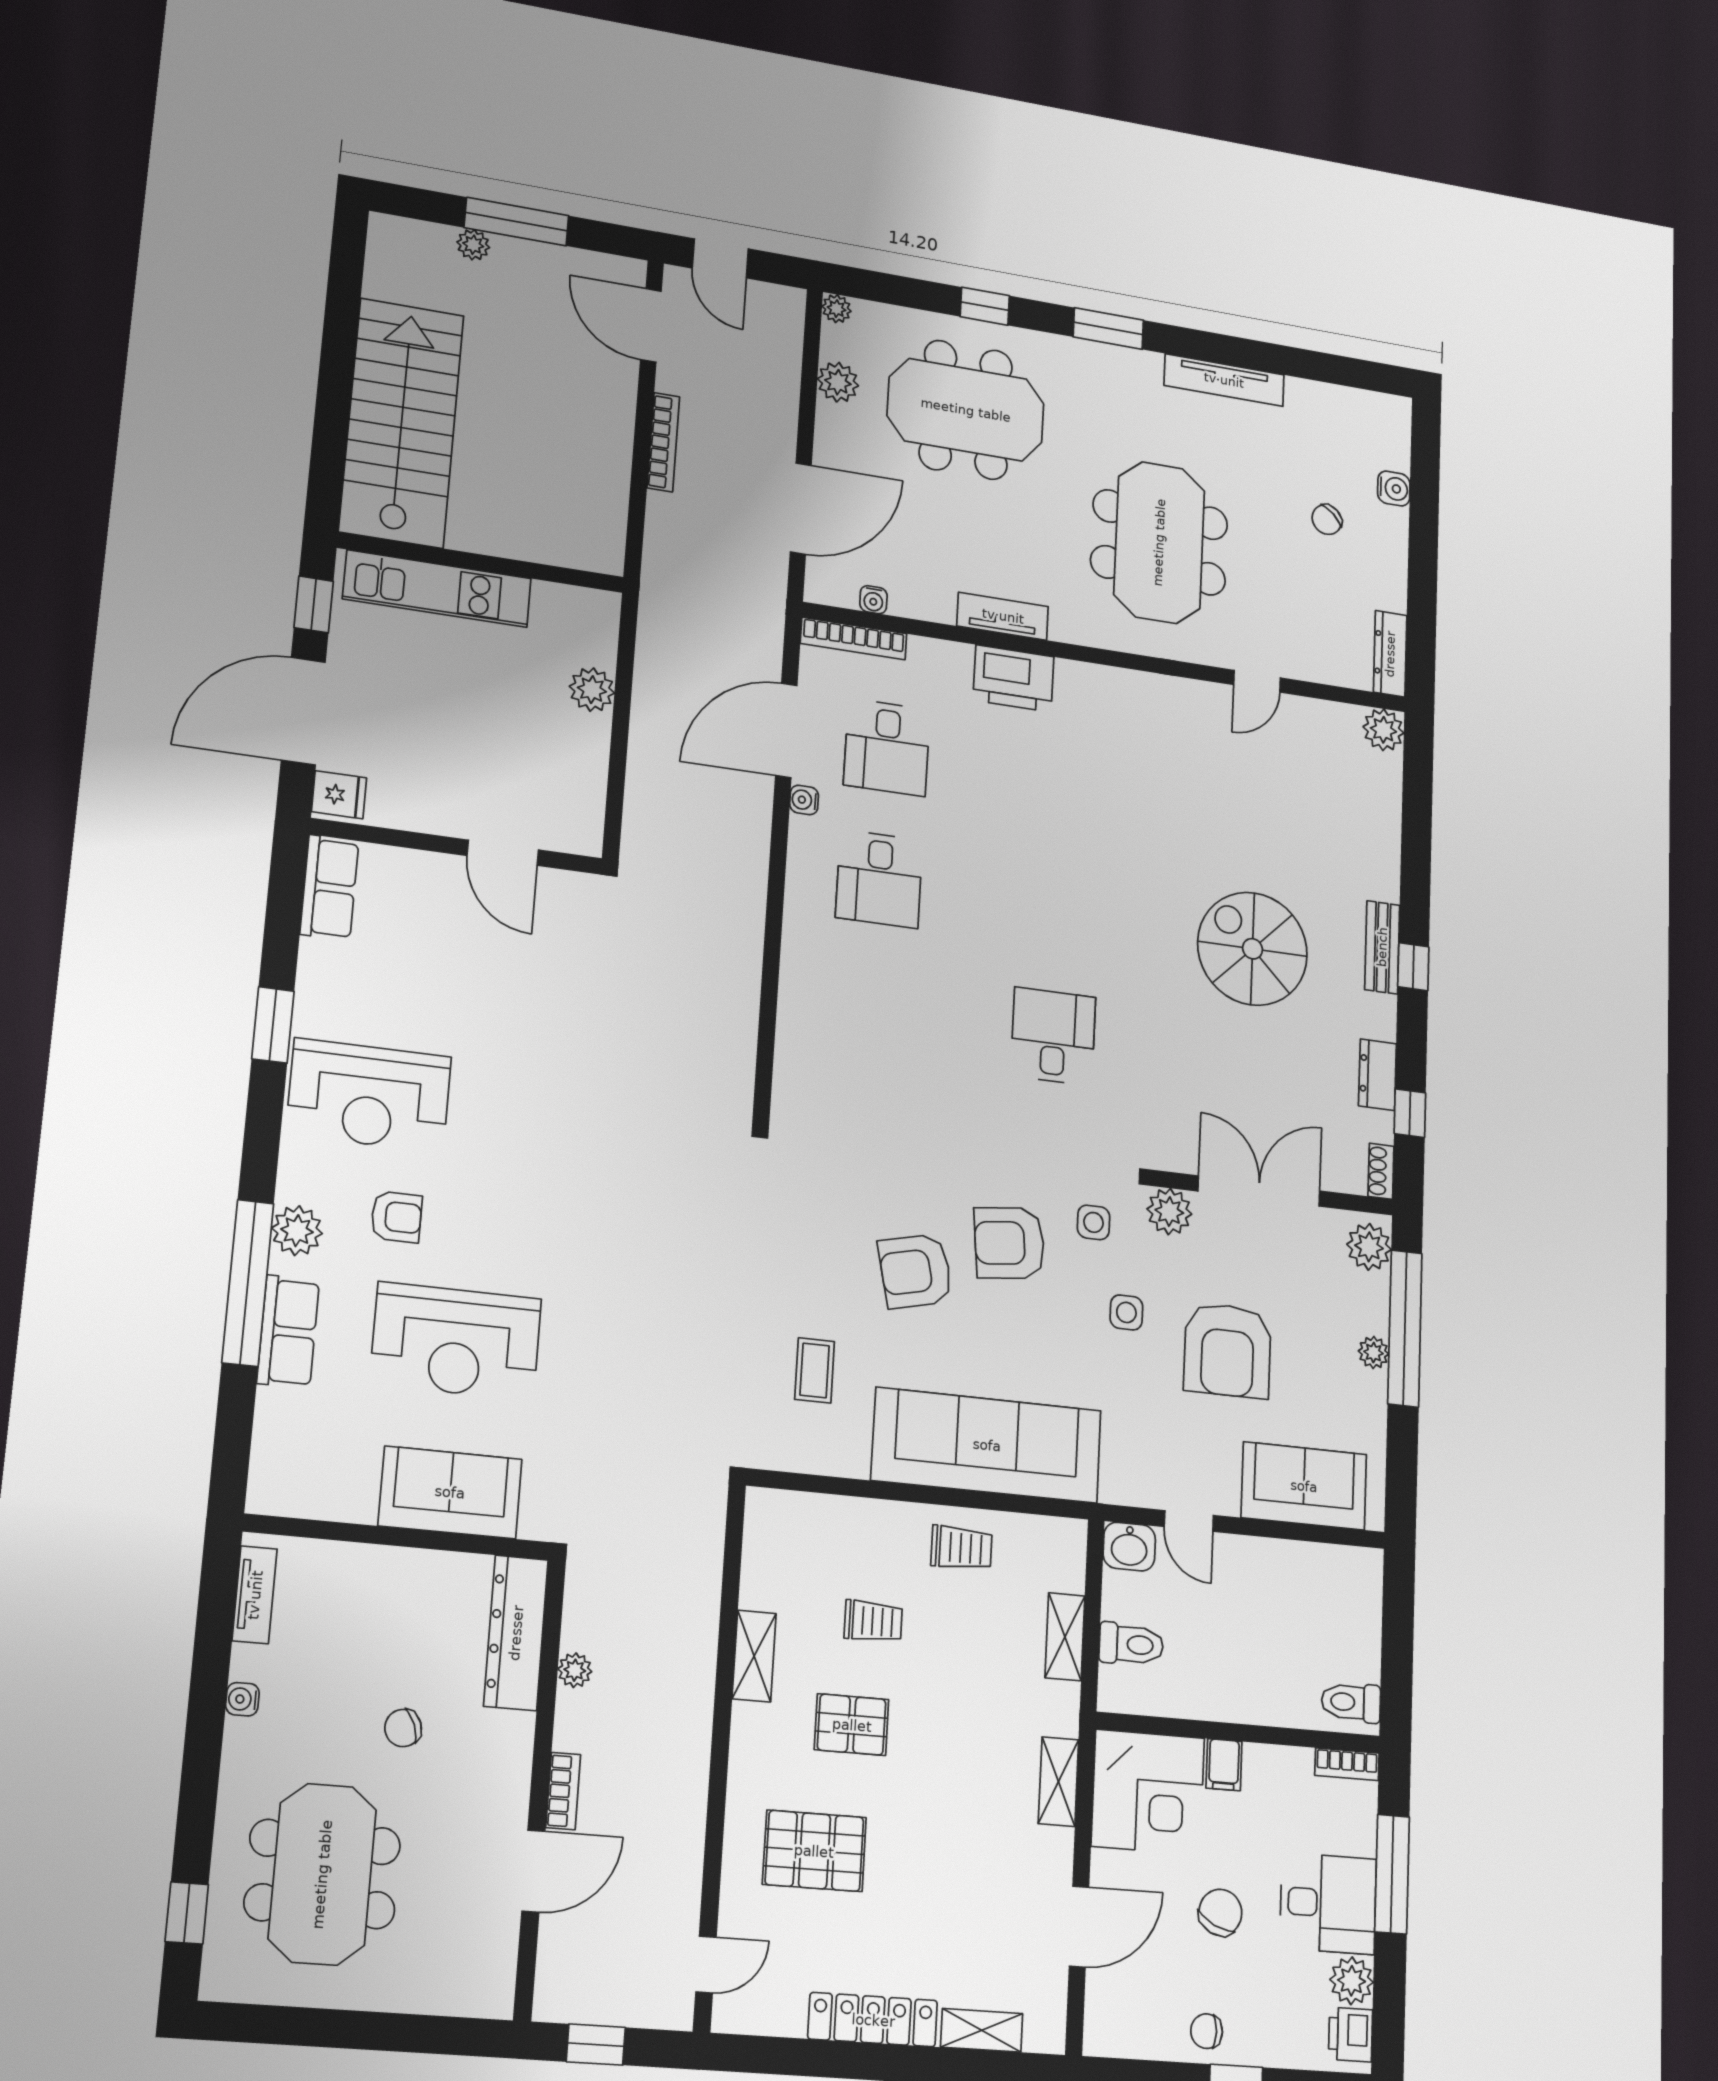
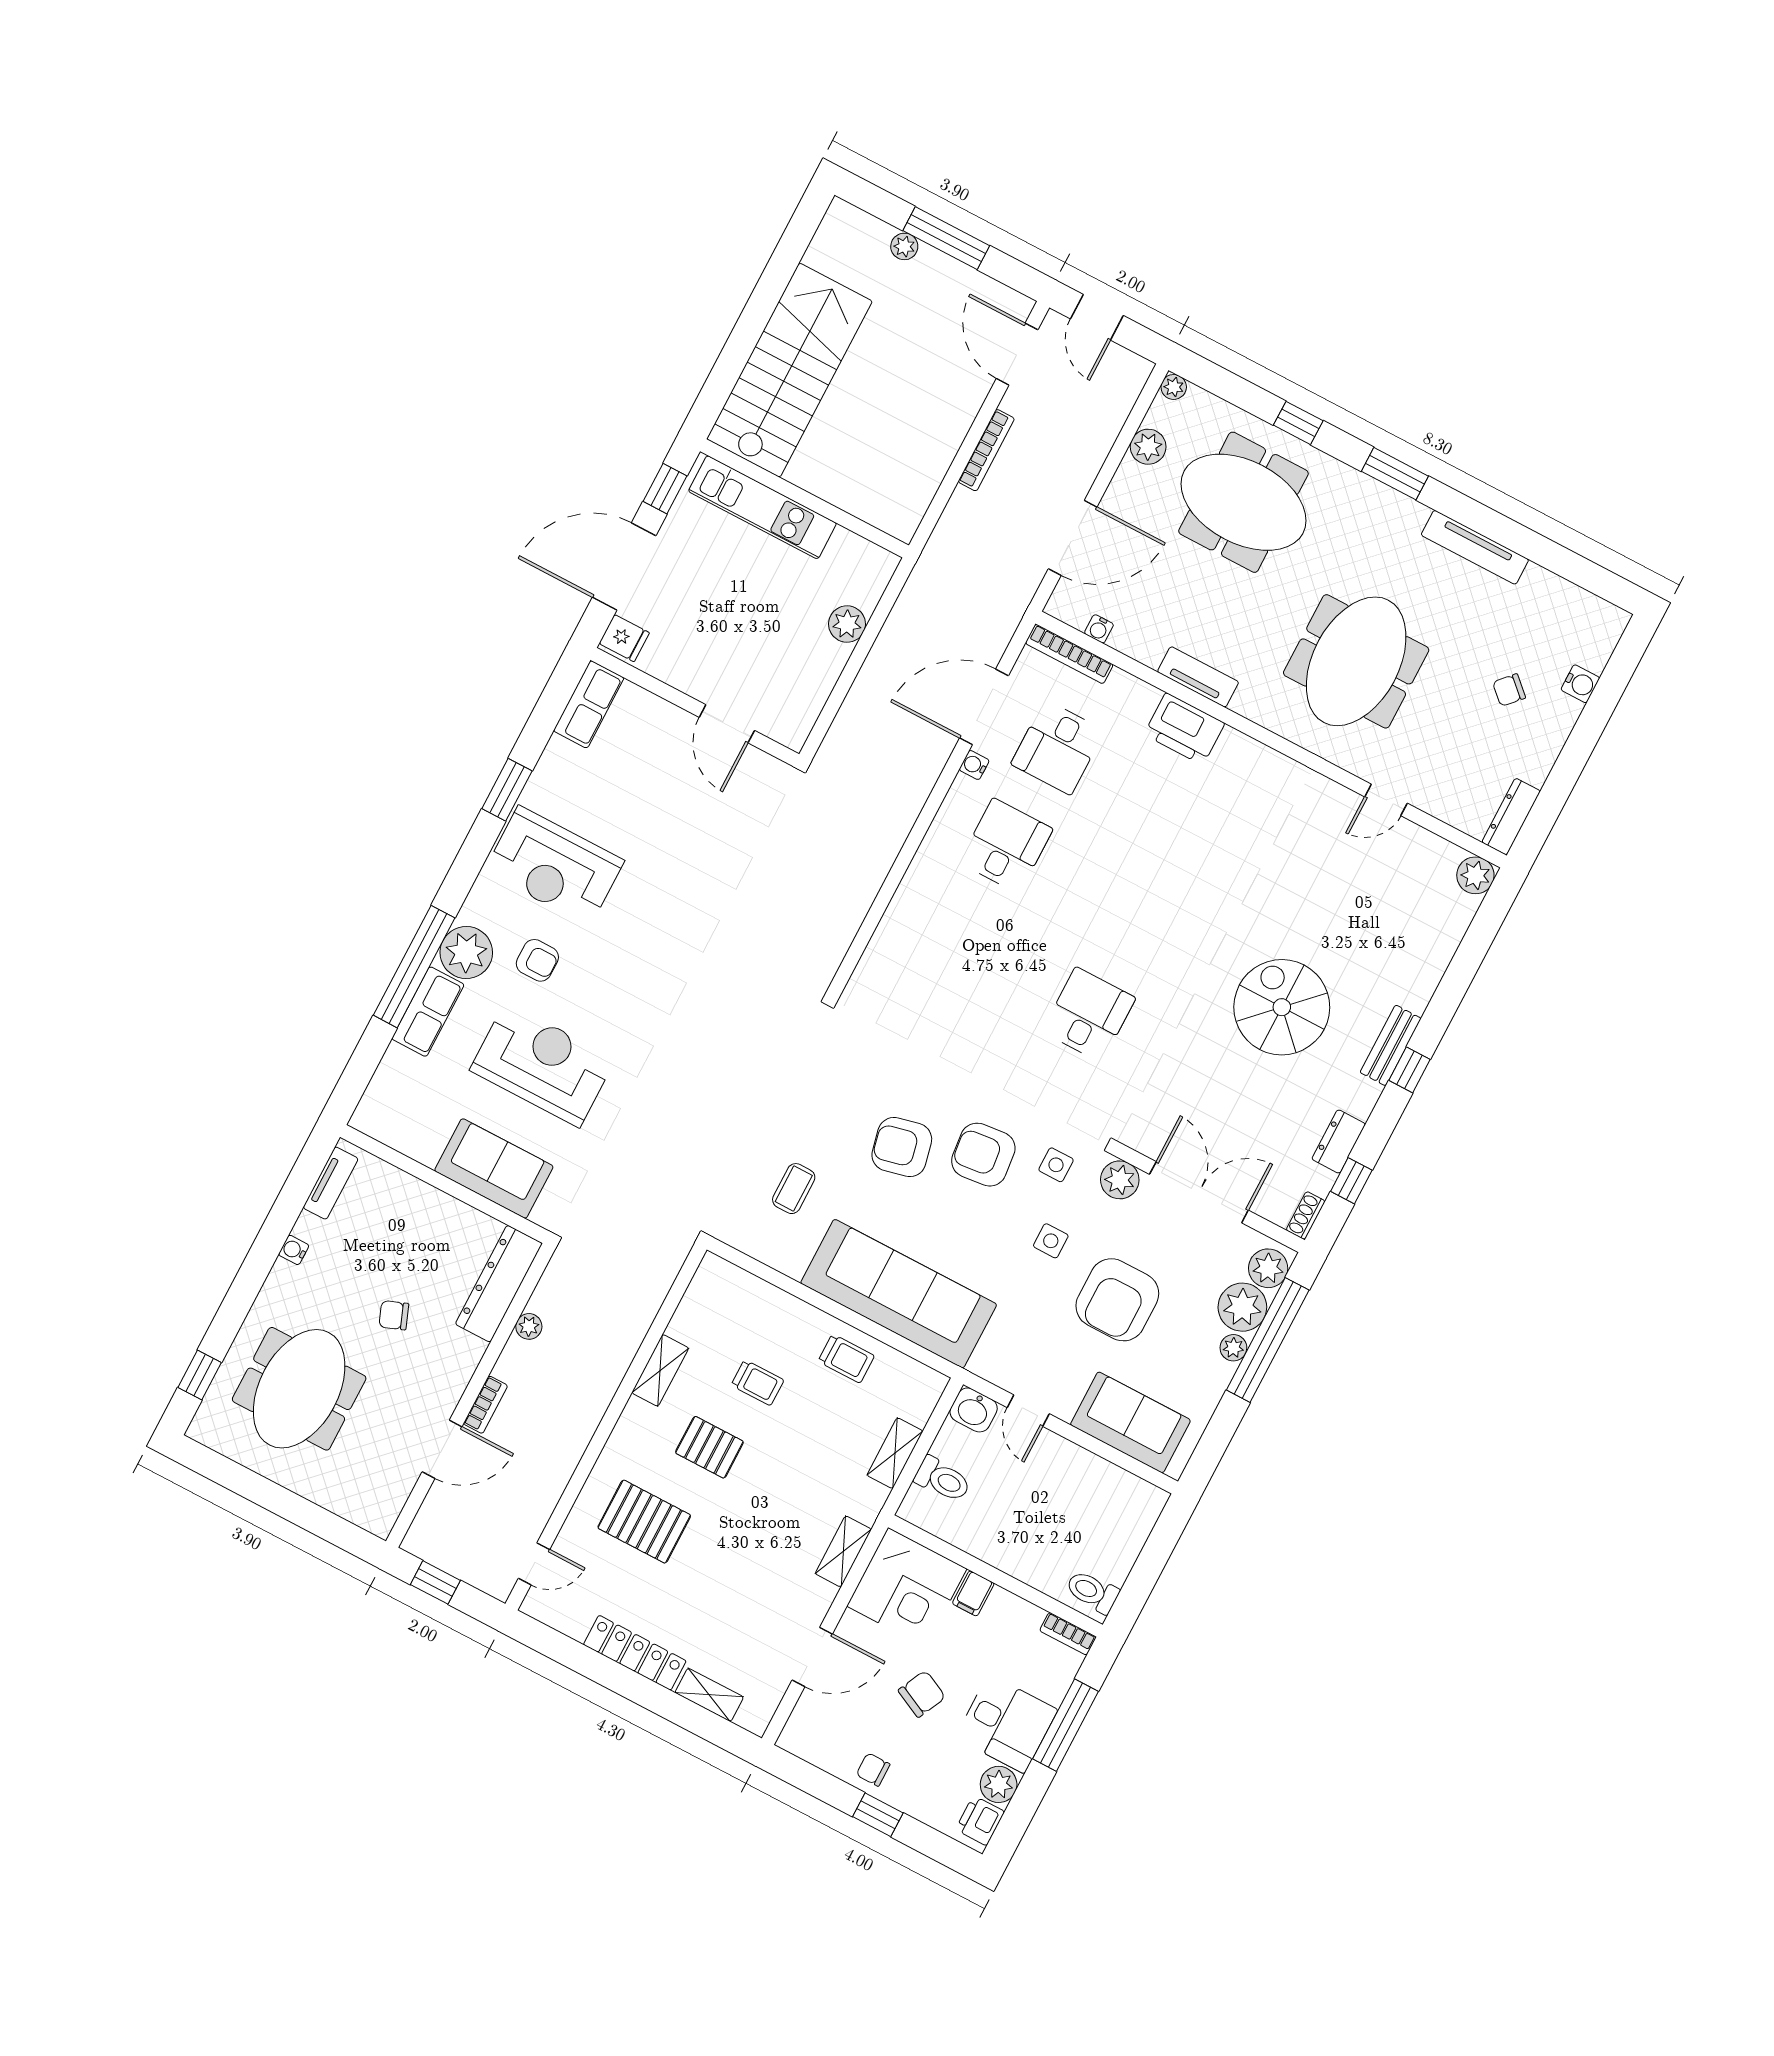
desk: (879, 879) -> (1006, 846), turned 180
plant: (297, 1231) -> (466, 953), width x1.36, depth x1.36
plant: (1362, 1302) -> (1242, 1307), added
reception desk: (456, 1341) -> (542, 1065), turned 180

